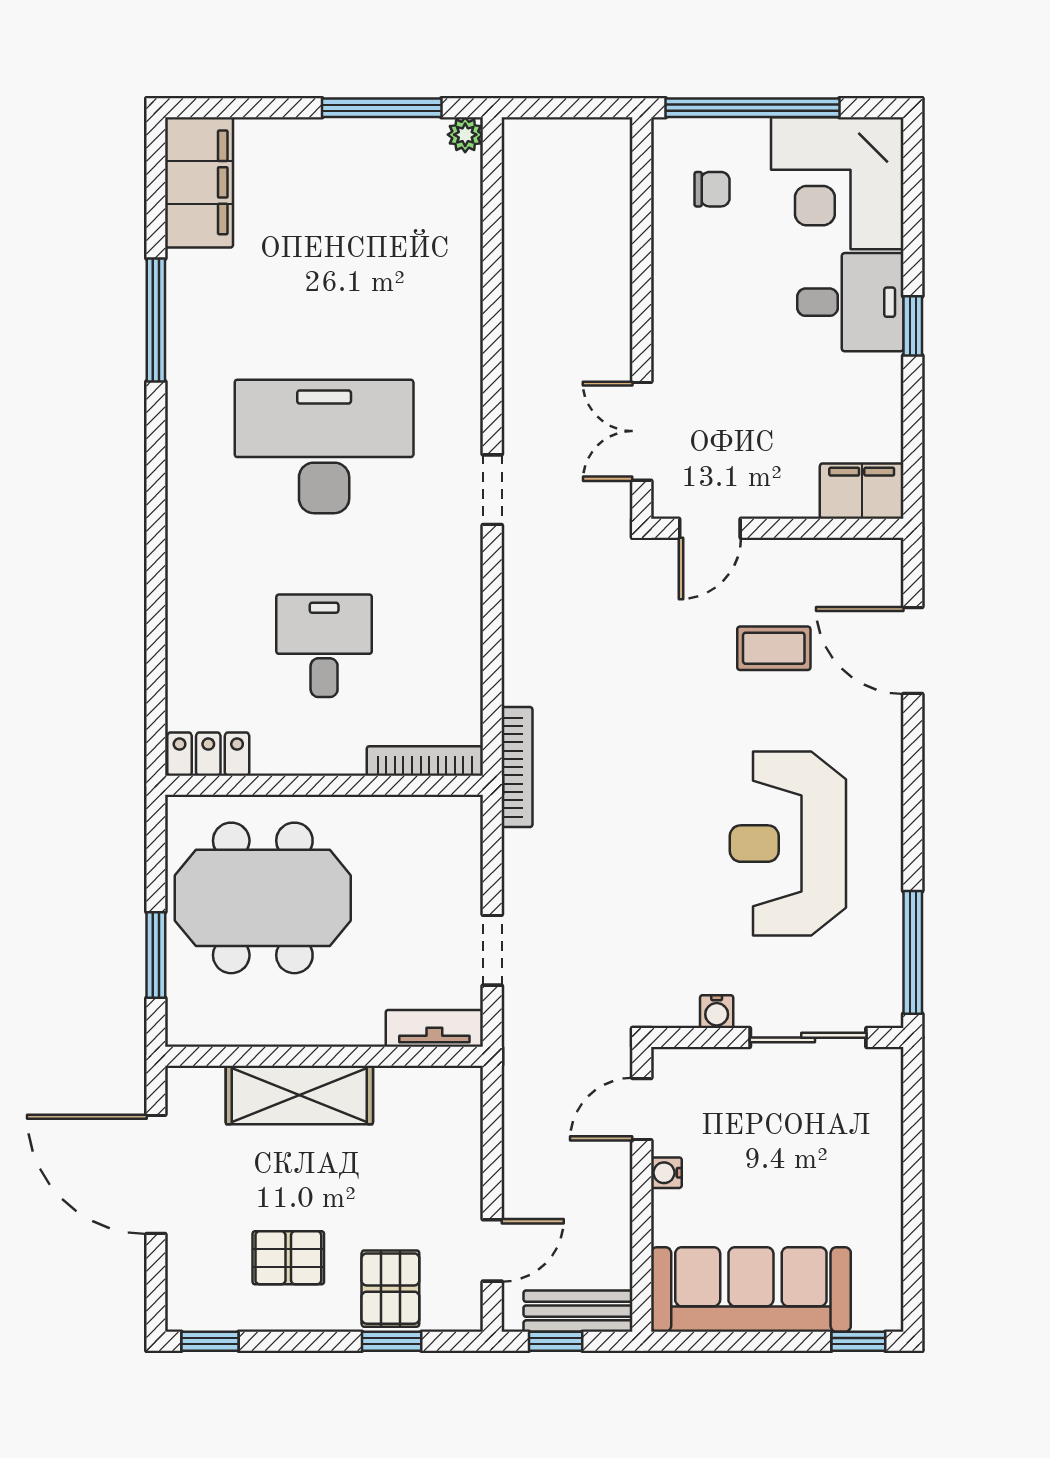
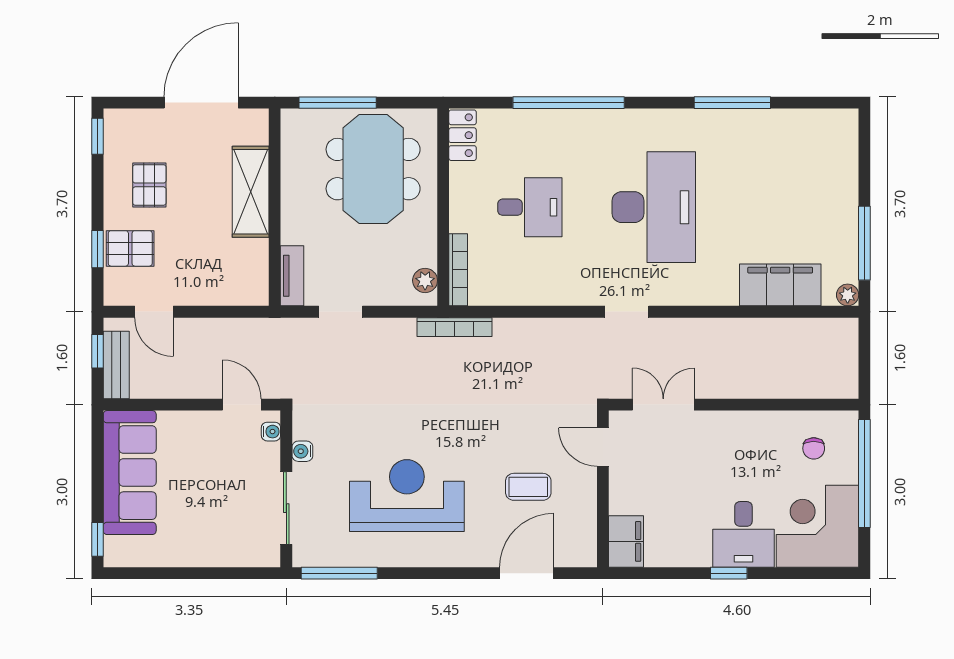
filing cabinet: (199, 182) -> (780, 285), moved, turned 180
window: (156, 583) -> (569, 103), added
coffee table: (774, 648) -> (528, 487), turned 90
plant: (442, 814) -> (425, 280), added
window: (156, 955) -> (338, 103), width x1.44
water cooler: (666, 1173) -> (271, 432), moved, turned 90

